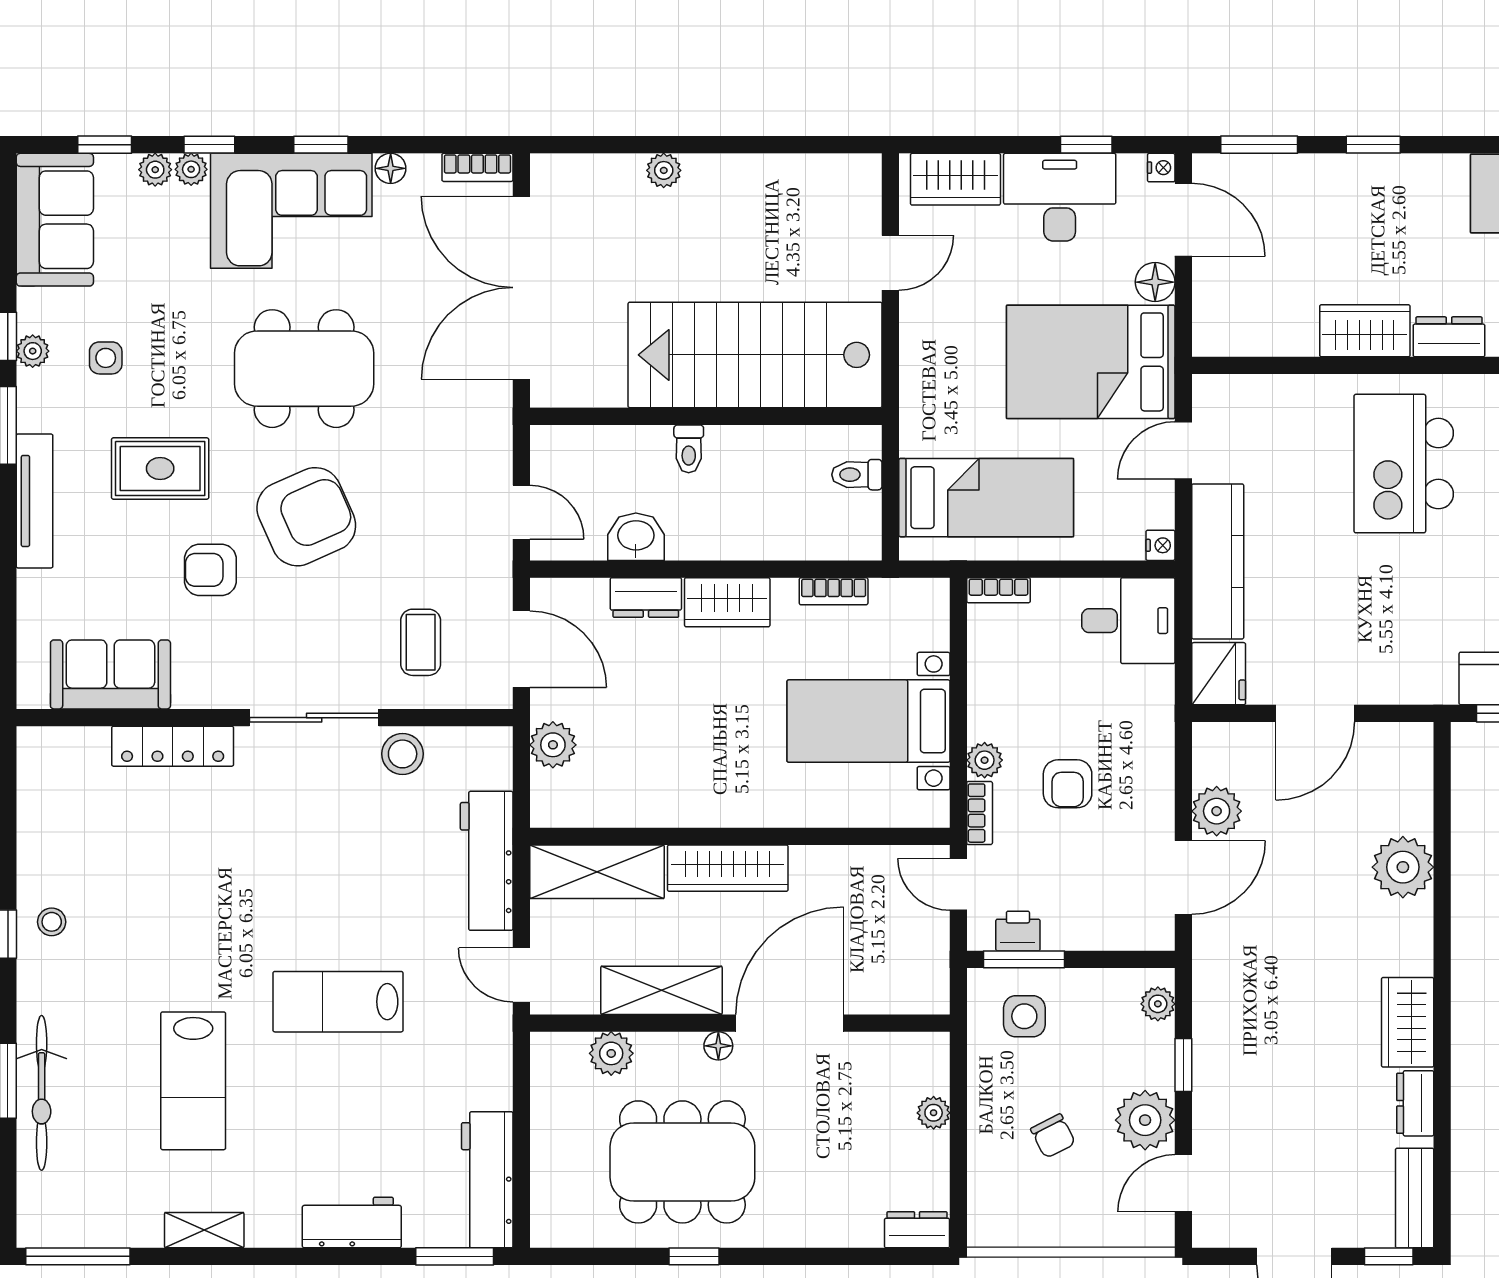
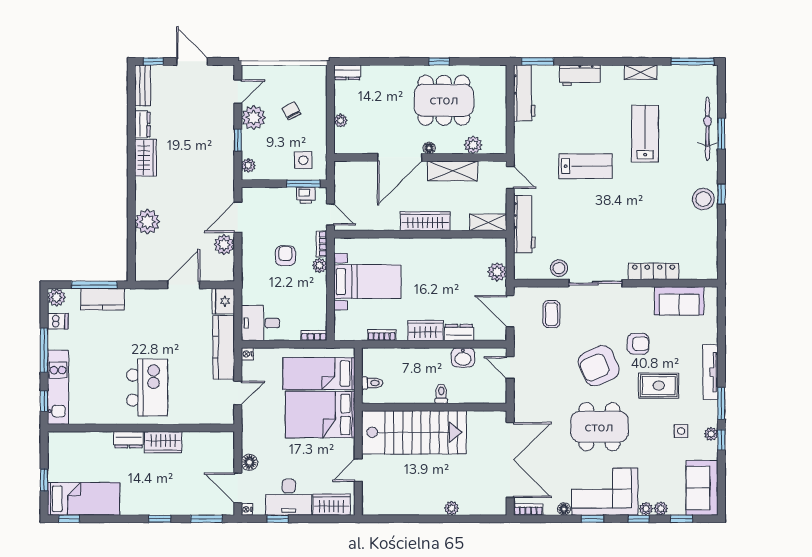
bed: (1091, 362) -> (320, 414), moved, turned 180
shelving: (597, 872) -> (488, 222), width x0.67, depth x0.75
stool: (52, 922) -> (703, 199), width x1.89, depth x1.89

